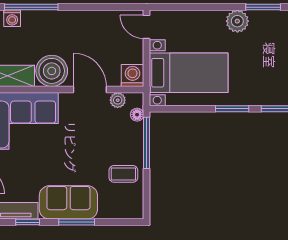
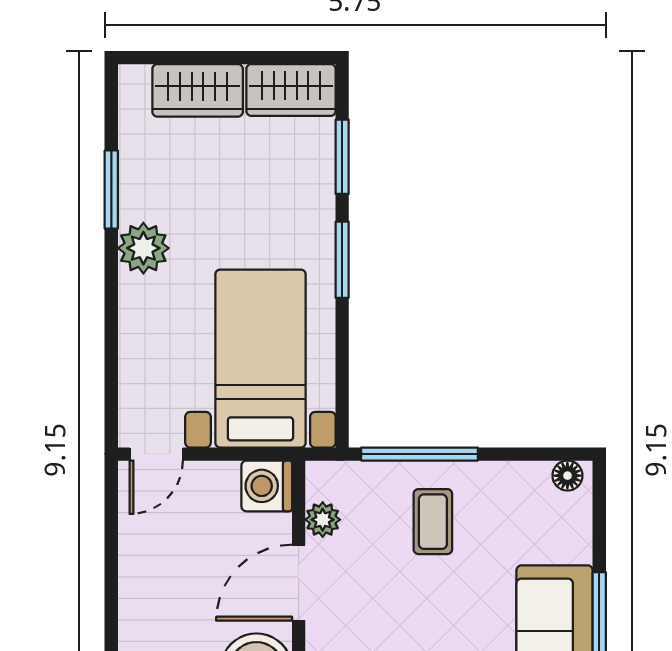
floor lamp: (137, 115) -> (567, 476), moved
coffee table: (123, 174) -> (433, 522), moved

